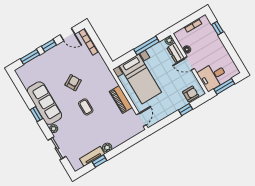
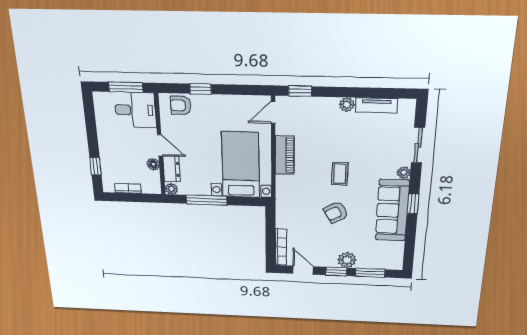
plant: (48, 57) -> (347, 260), added
window: (100, 161) -> (300, 91), moved

